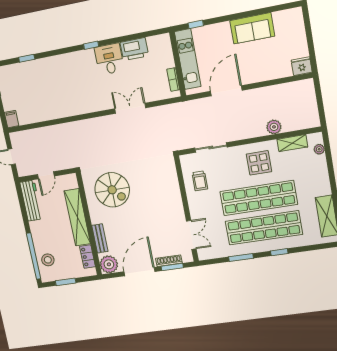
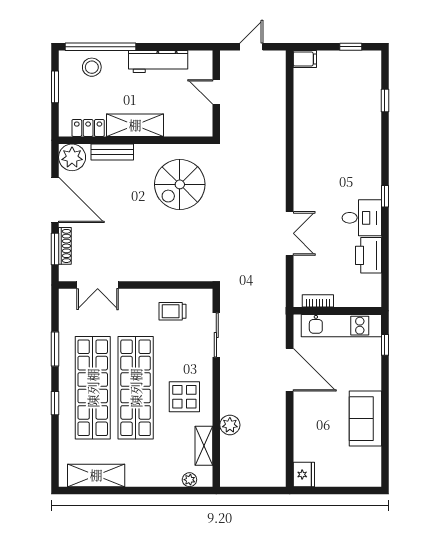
workbench: (31, 201) -> (158, 61), moved
shelving: (77, 217) -> (135, 125), width x0.68

